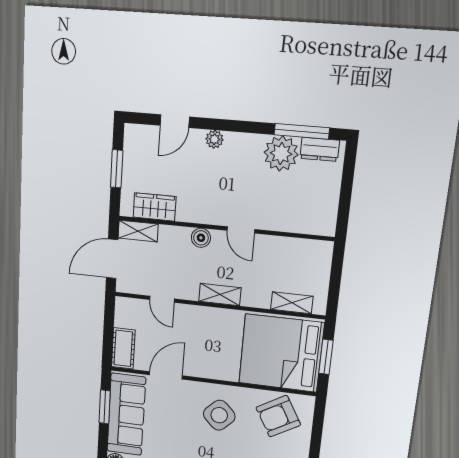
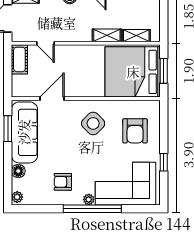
shelving: (220, 295) -> (107, 35), moved
cot: (123, 348) -> (19, 59), moved
armchair: (278, 416) -> (135, 131), moved, turned -60

